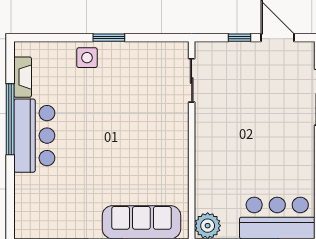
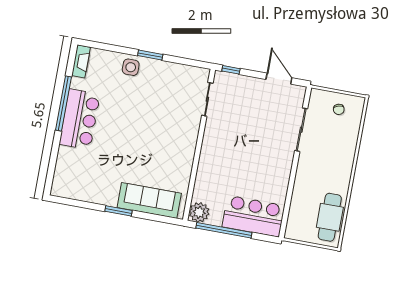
window: (239, 38) -> (231, 70), moved
fireplace: (23, 77) -> (81, 61), moved

